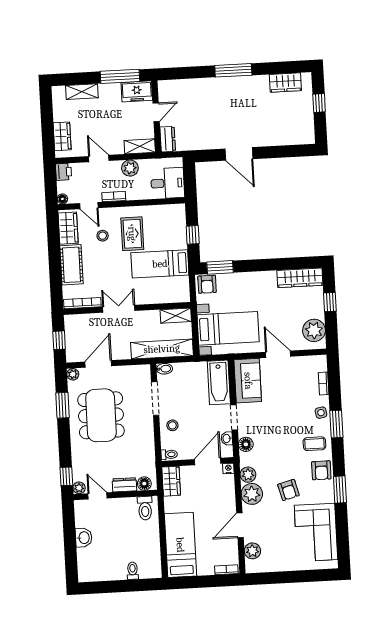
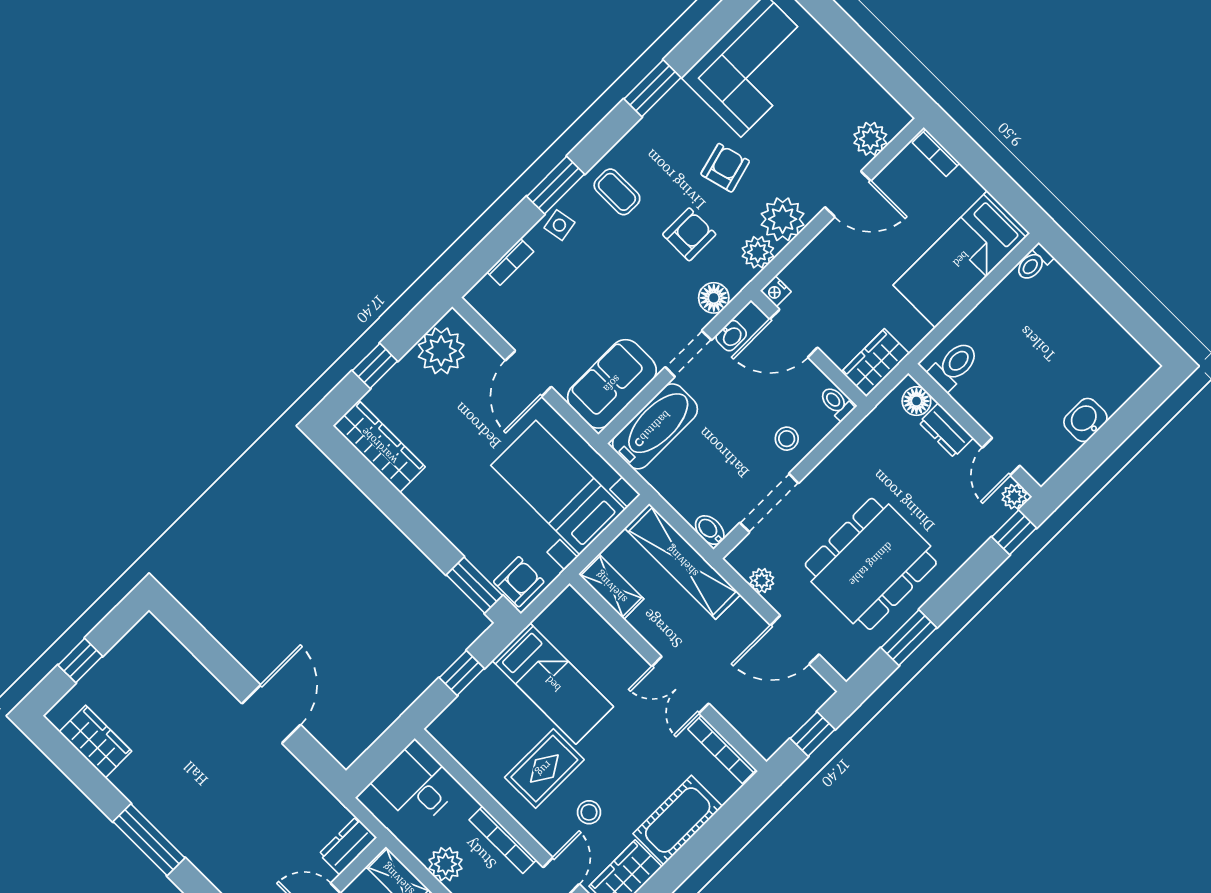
bookcase: (114, 197) -> (503, 840), width x1.56
plant: (73, 374) -> (762, 581), moved
armchair: (321, 470) -> (689, 234), moved
toilet: (133, 571) -> (1034, 263), moved

